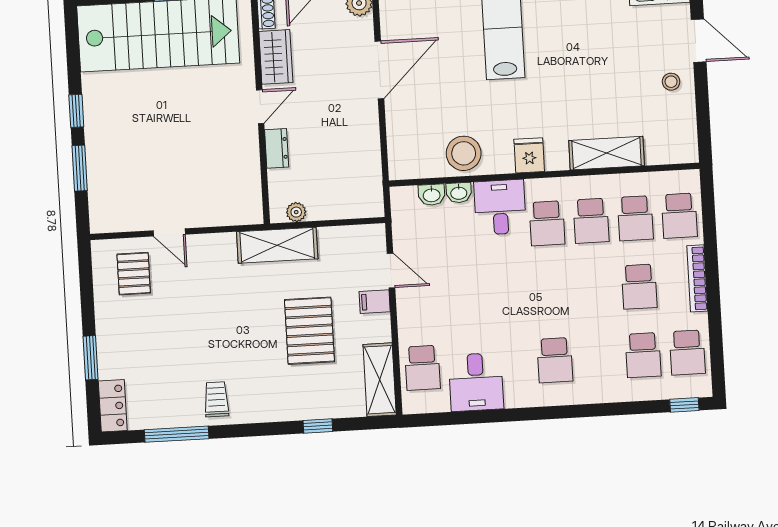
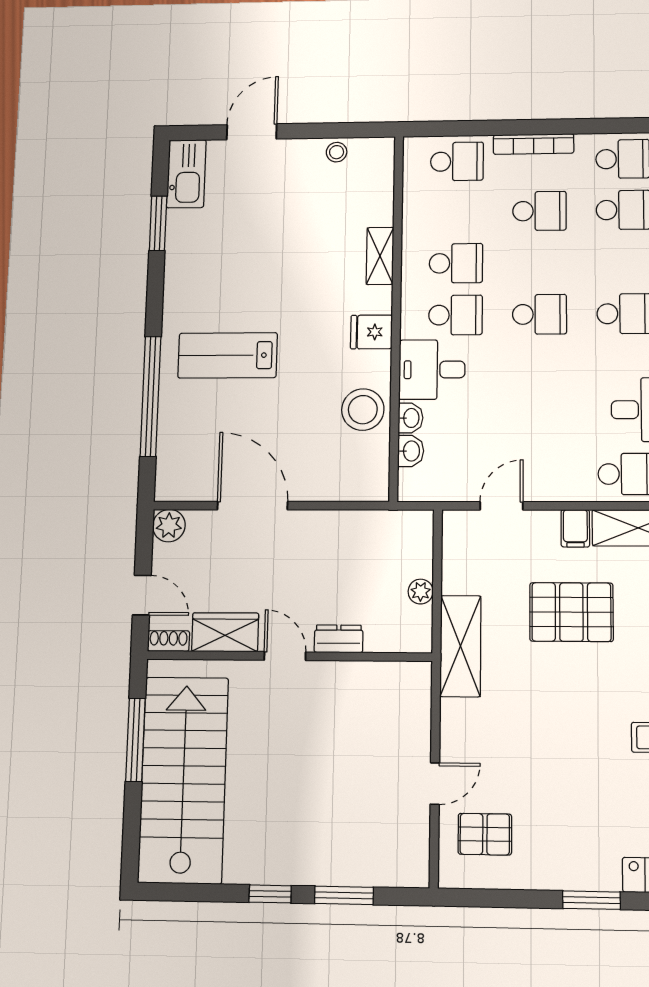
stool: (671, 82) -> (337, 152), moved
shelving: (607, 153) -> (380, 256), width x0.67, depth x0.75
plant: (296, 212) -> (421, 592), moved
school desk: (635, 218) -> (539, 314), moved
filing cabinet: (375, 302) -> (575, 528), moved

